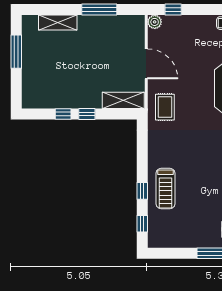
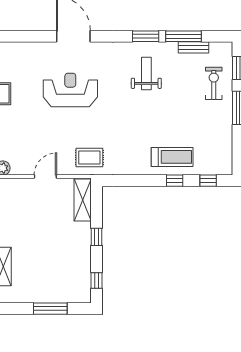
window: (16, 52) -> (50, 309), moved
door: (146, 64) -> (45, 177), width x0.73
window: (63, 114) -> (96, 281), moved

